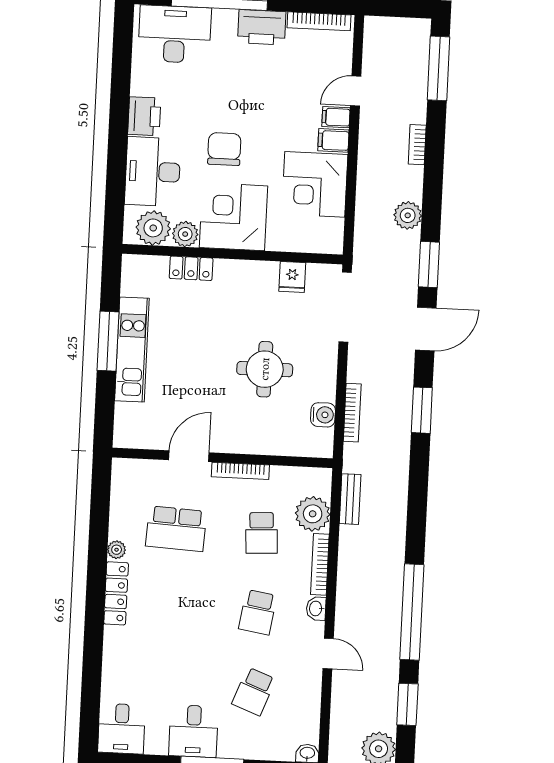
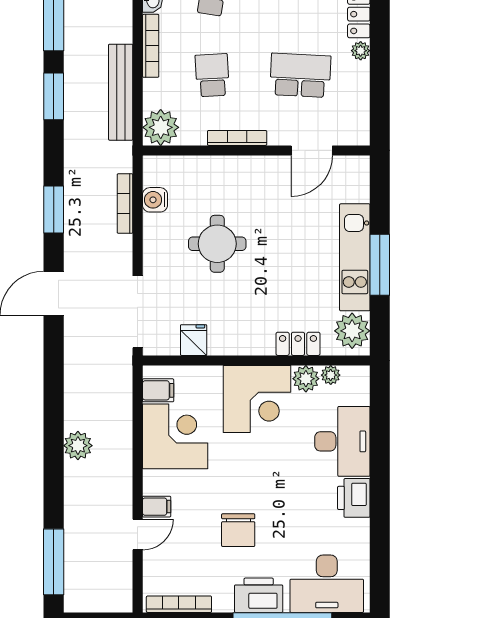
printer: (262, 27) -> (259, 595), moved
filing cabinet: (333, 140) -> (158, 390), moved
bookcase: (417, 145) -> (72, 482), removed
chair: (224, 149) -> (238, 530), moved
plant: (408, 215) -> (78, 446), moved
plant: (153, 228) -> (331, 375), width x0.53, depth x0.53
window: (429, 265) -> (54, 96), moved
plant: (138, 278) -> (352, 331), added
door: (189, 456) -> (312, 150), moved
bench: (350, 499) -> (121, 92), width x1.86, depth x1.21
plant: (313, 514) -> (161, 127), moved

